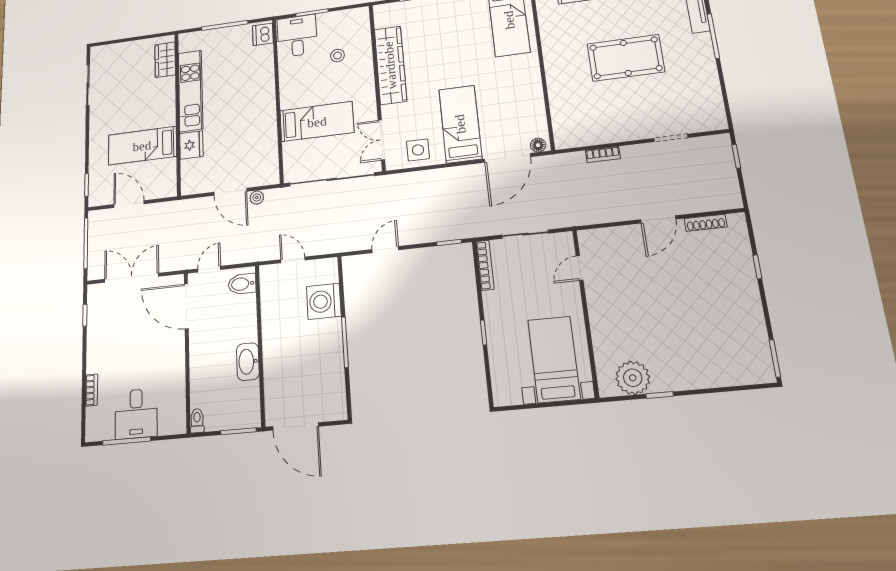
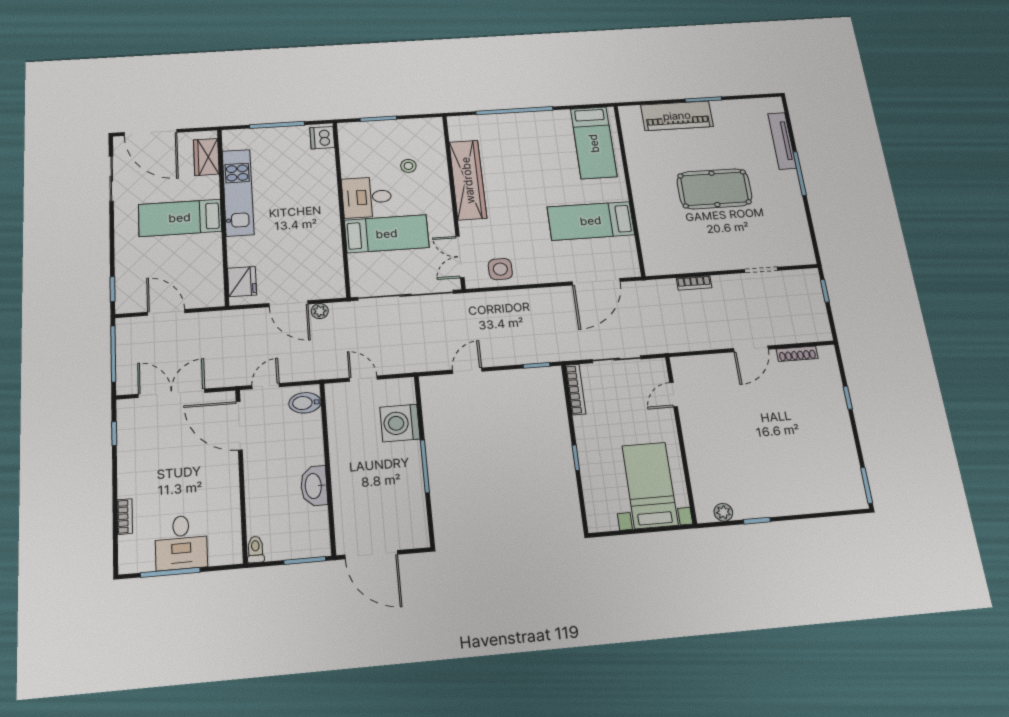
desk: (297, 36) -> (367, 197), moved, turned -90
door: (120, 41) -> (151, 132), added
bed: (460, 124) -> (591, 221), moved, turned -90
fridge: (191, 145) -> (242, 282), moved
floor lamp: (538, 145) -> (628, 270), removed
bed: (142, 146) -> (180, 218), moved
plant: (633, 378) -> (723, 512), width x0.53, depth x0.53

